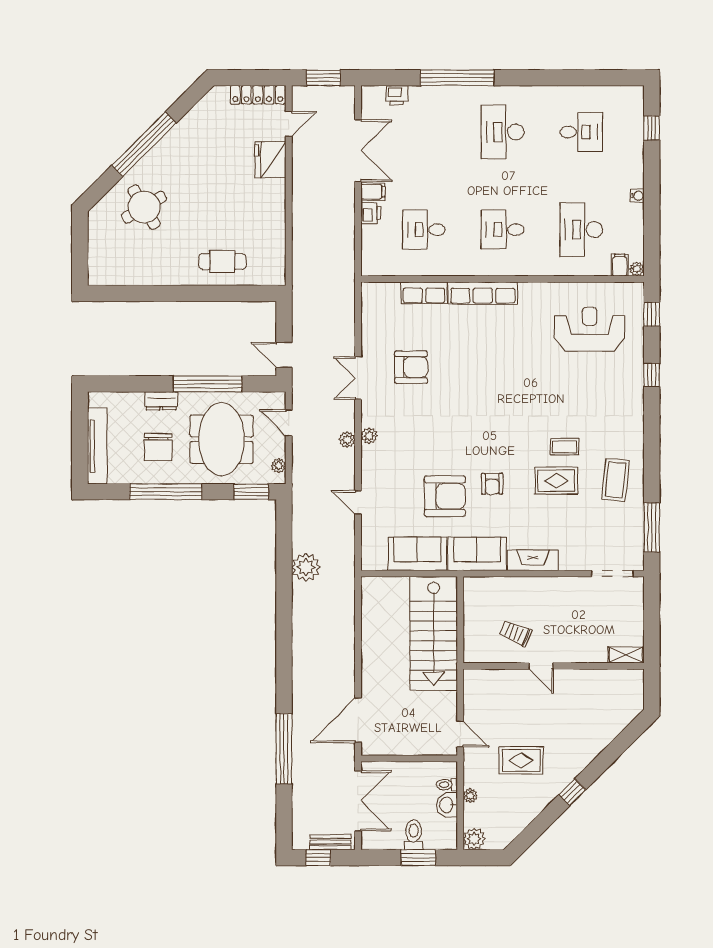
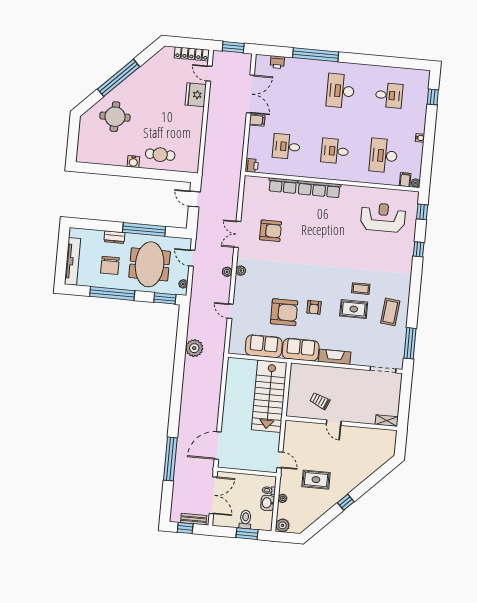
door: (289, 124) -> (209, 74), swing flipped
round table: (144, 207) -> (115, 117), turned 31
printer: (371, 213) -> (252, 165), moved
water cooler: (180, 276) -> (133, 162), added
door: (284, 355) -> (194, 199), moved

